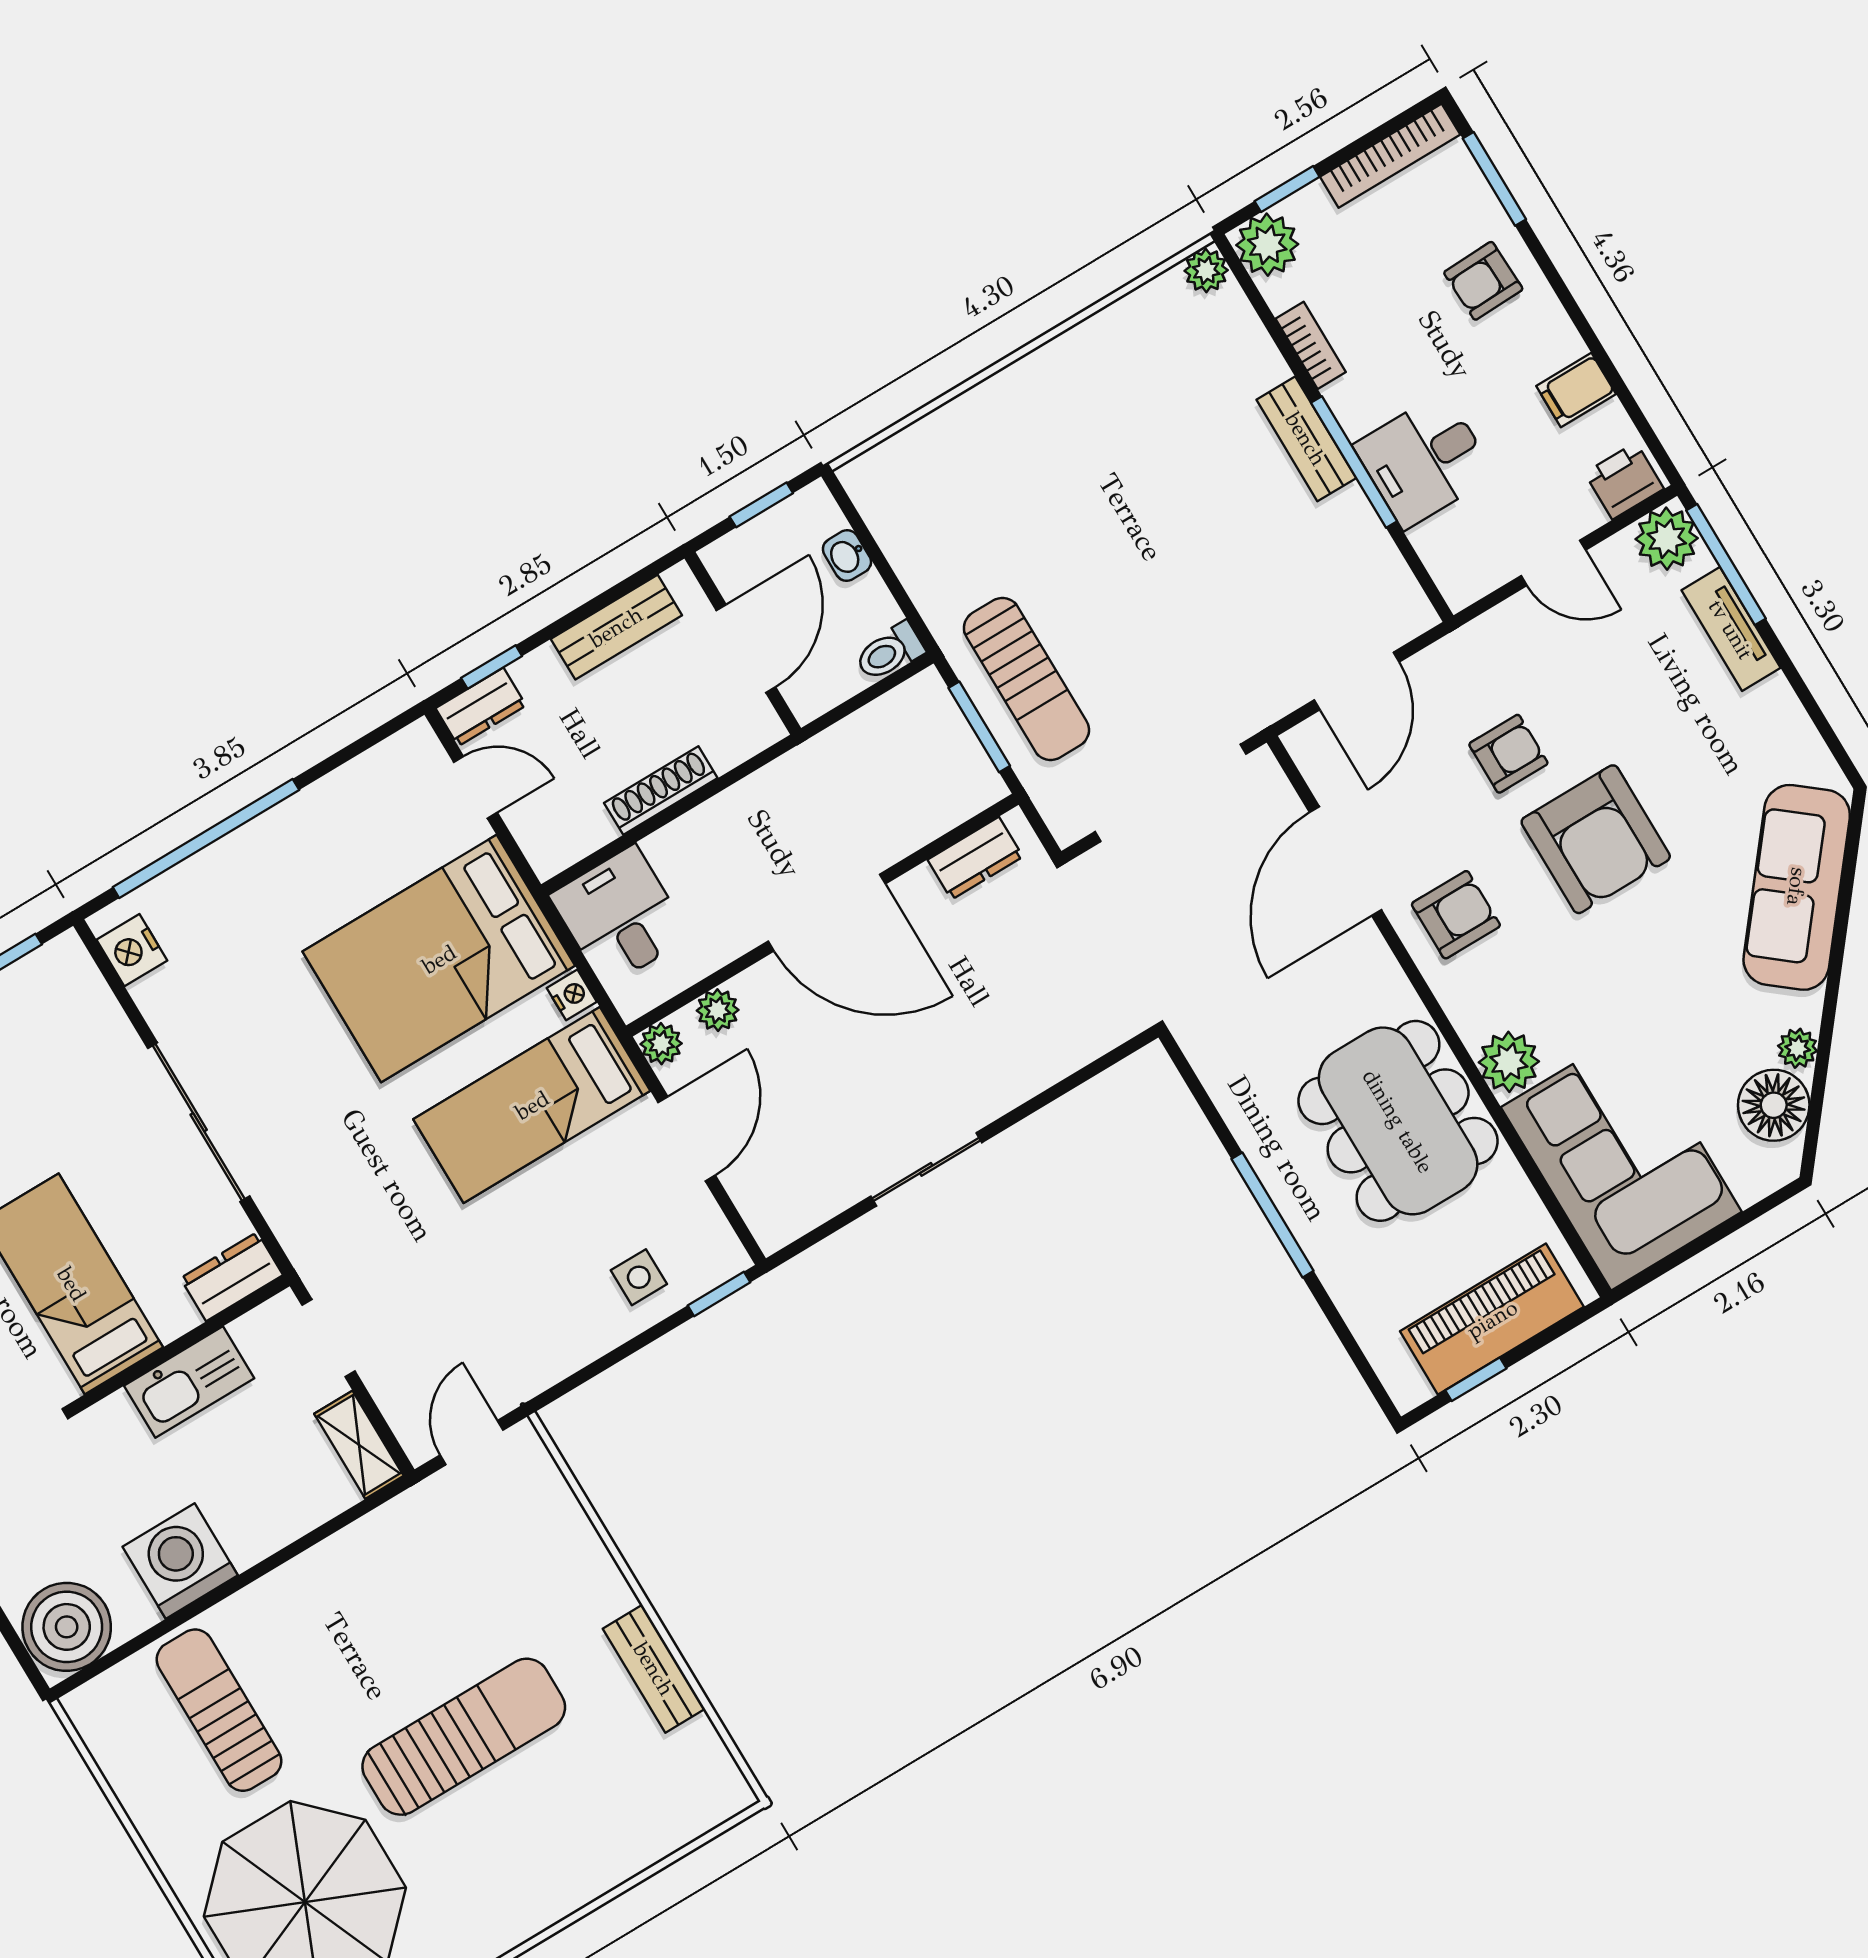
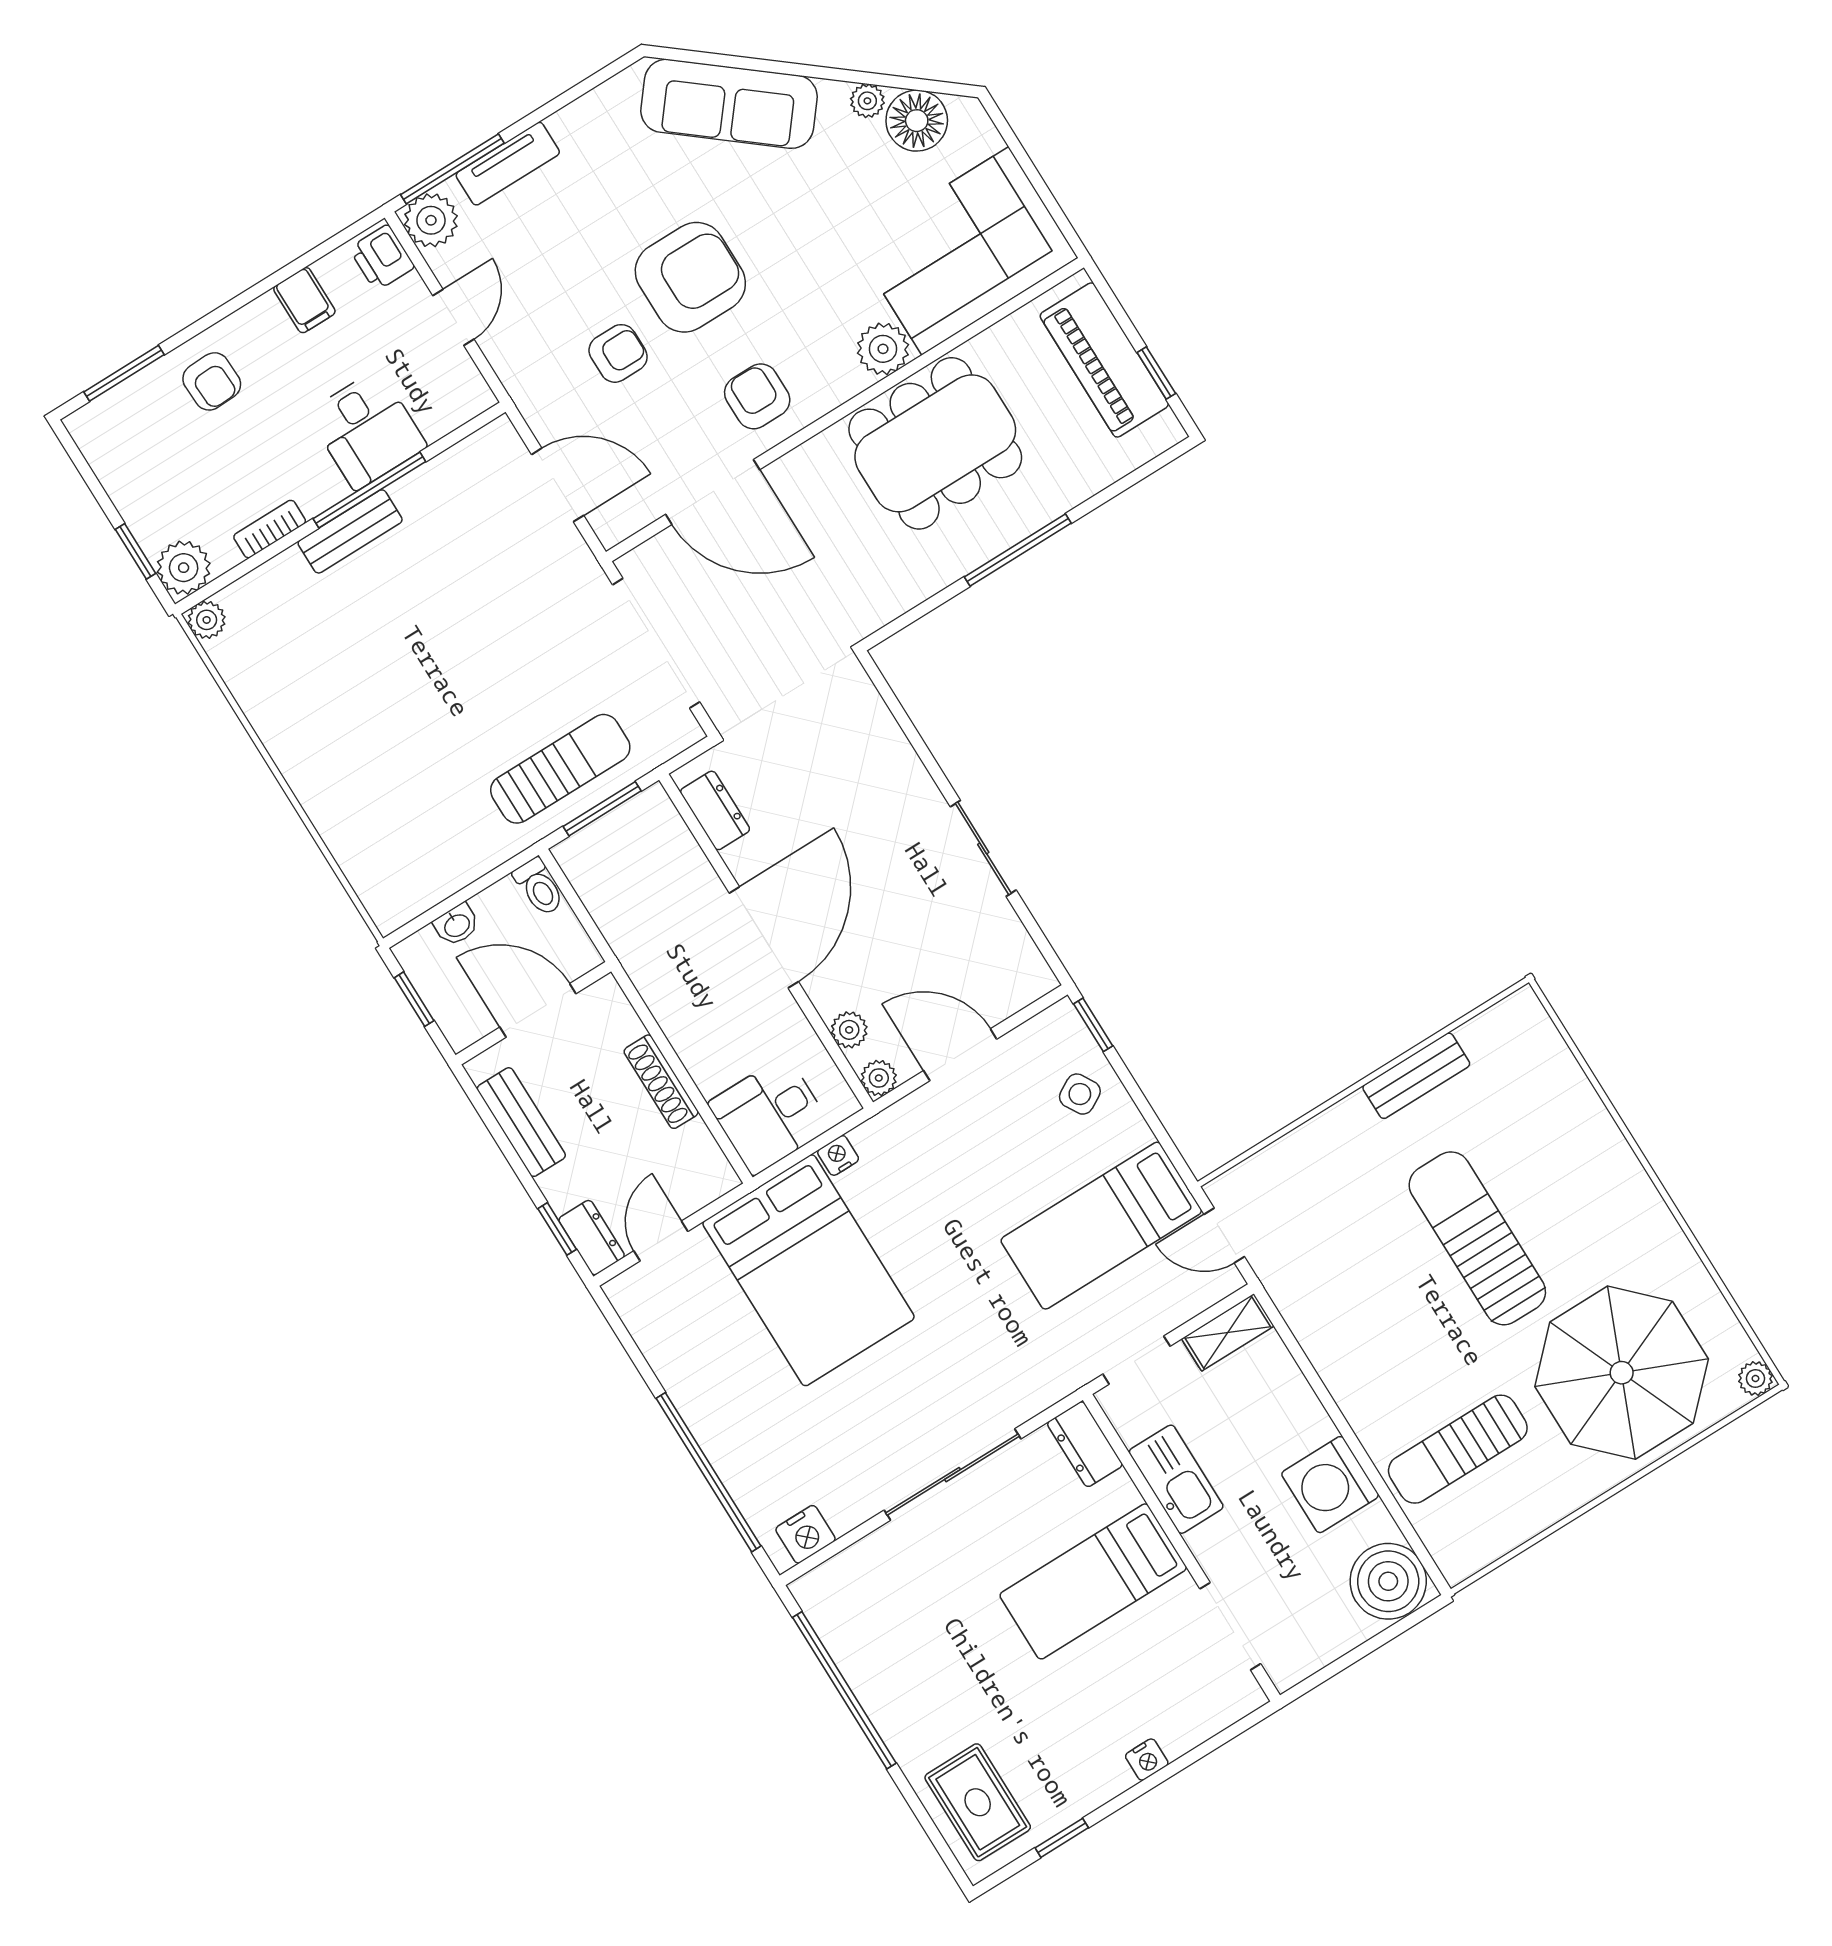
bookcase: (1390, 156) -> (105, 463), removed
armchair: (1508, 754) -> (618, 353), turned 90
bed: (532, 1105) -> (1101, 1226), moved, turned 90
side table: (639, 1277) -> (1080, 1094), turned -30

